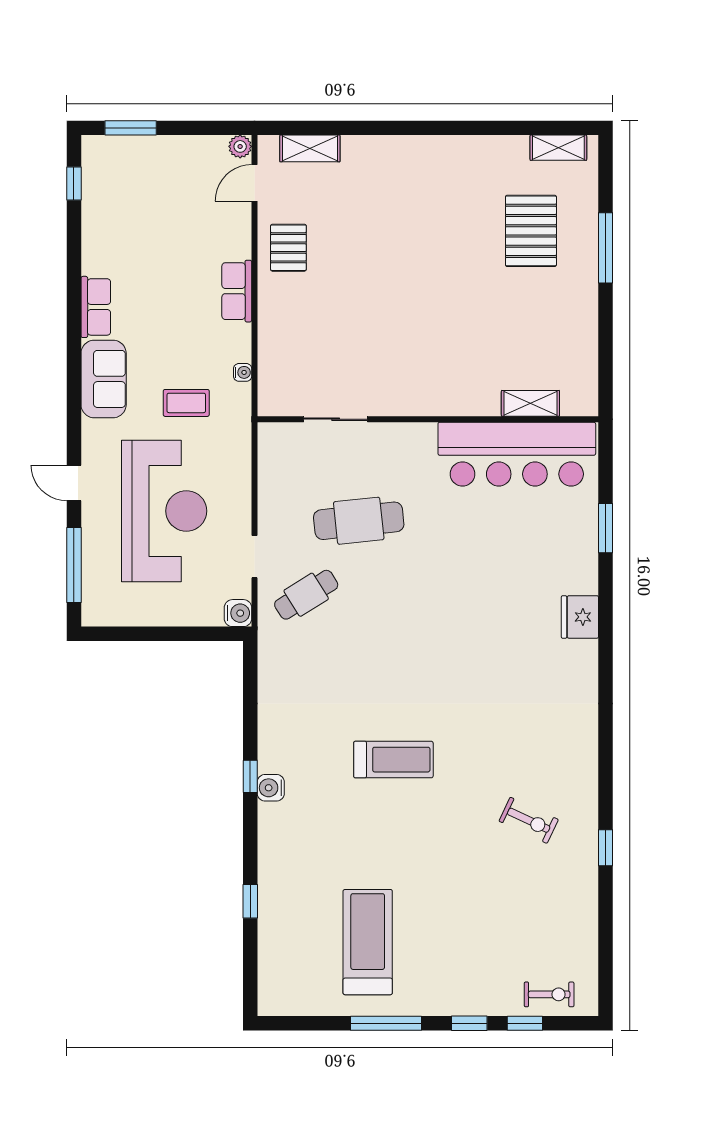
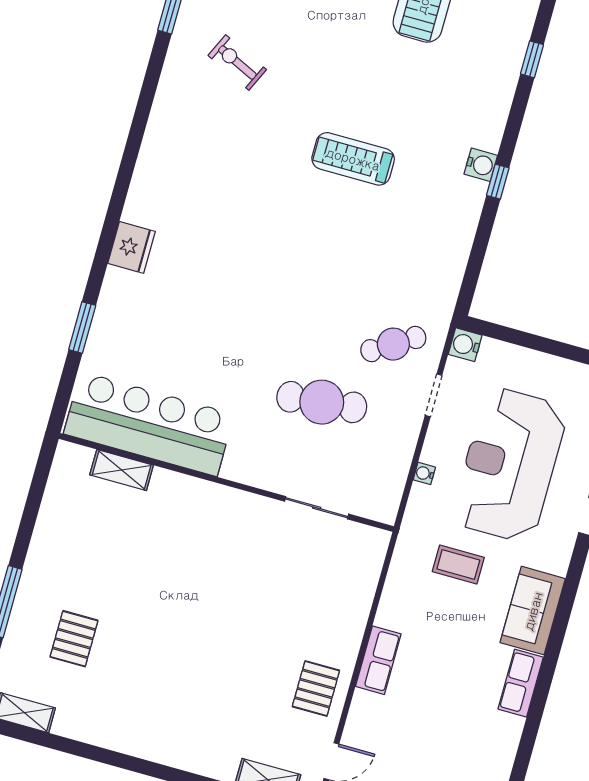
pallet: (531, 231) -> (74, 639), width x0.67, depth x0.71
water cooler: (243, 372) -> (424, 473), moved

